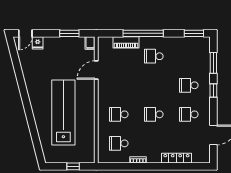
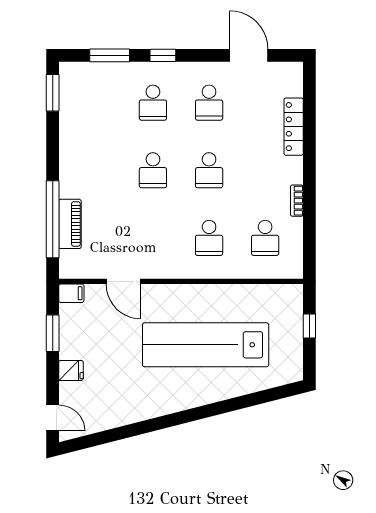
window: (143, 33) -> (53, 219), moved
fridge: (38, 43) -> (71, 370), moved
school desk: (154, 56) -> (153, 170), moved

